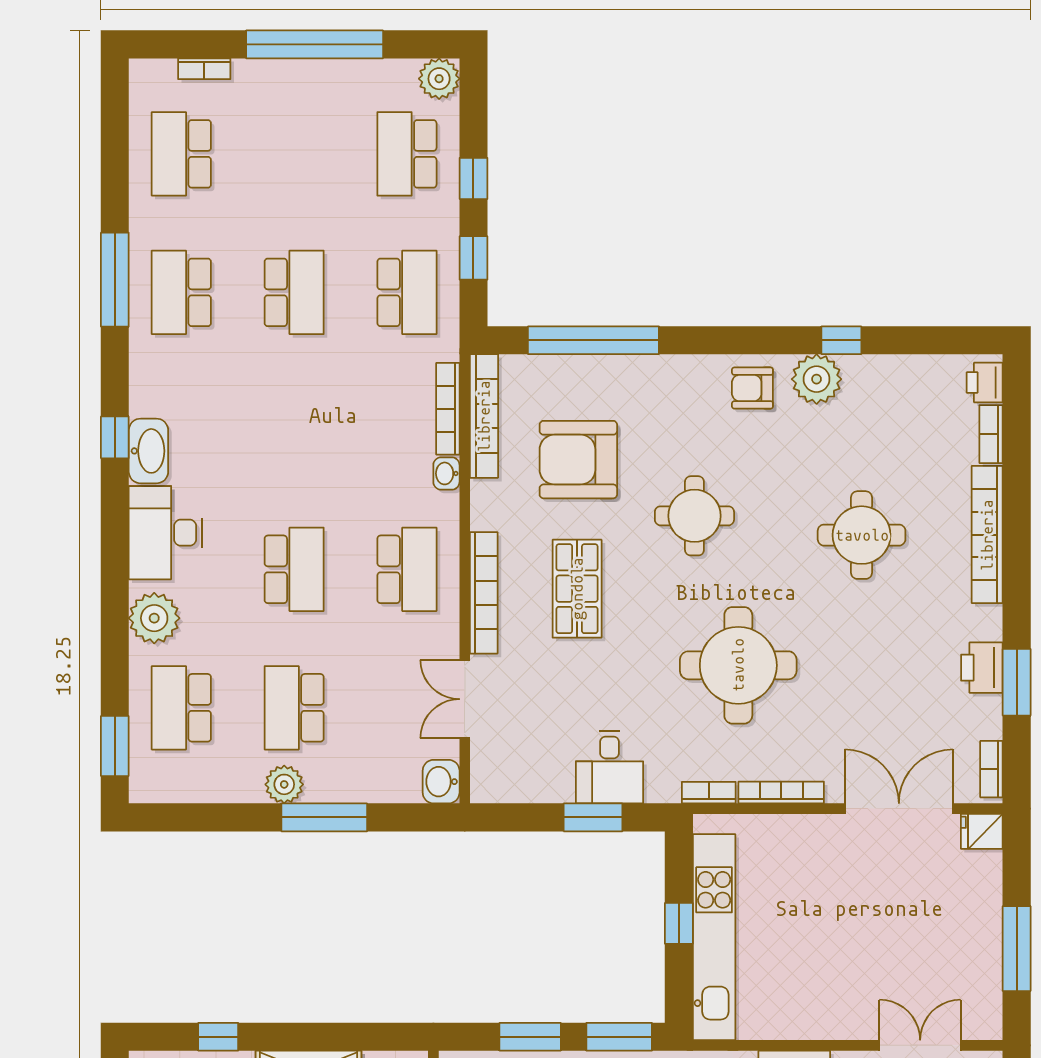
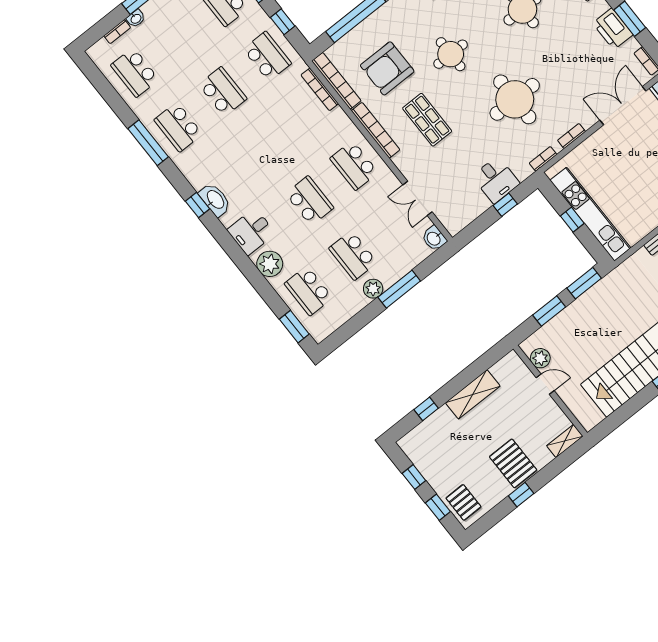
washbasin: (446, 473) -> (136, 19), moved, turned -90
desk: (165, 533) -> (251, 232), width x0.73
school desk: (407, 569) -> (354, 165), turned 180
bookcase: (484, 593) -> (376, 130), moved
printer: (982, 668) -> (613, 29), width x1.37, depth x1.19
bookcase: (781, 792) -> (572, 136), width x0.64
window: (593, 817) -> (505, 205), width x0.67

